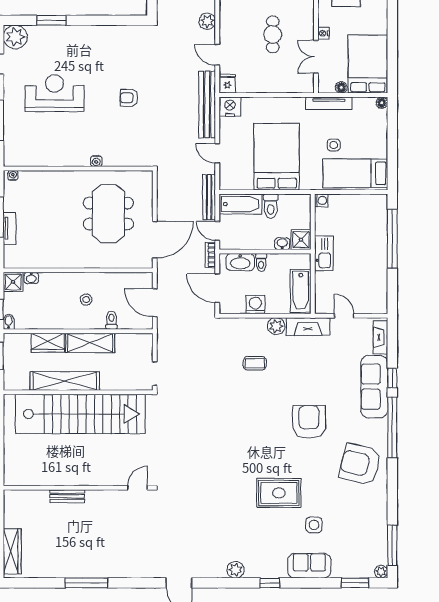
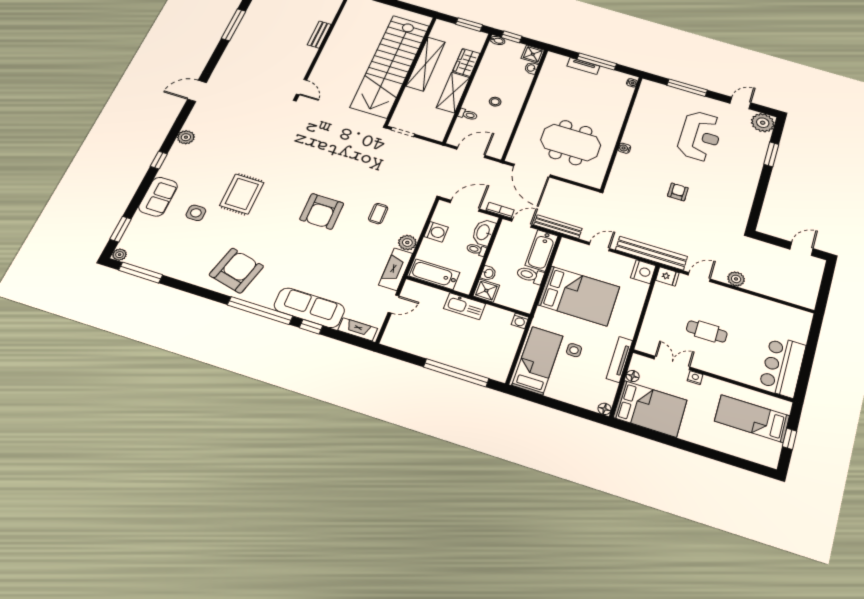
armchair: (309, 422) -> (322, 211), moved, turned 90

